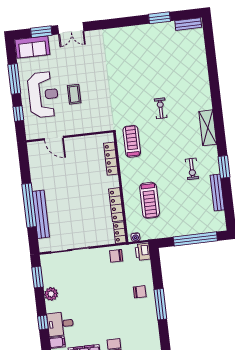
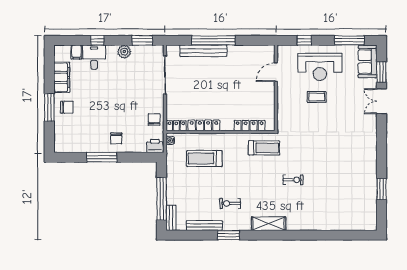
bench: (188, 24) -> (171, 218), moved
window: (14, 79) -> (349, 40), moved

